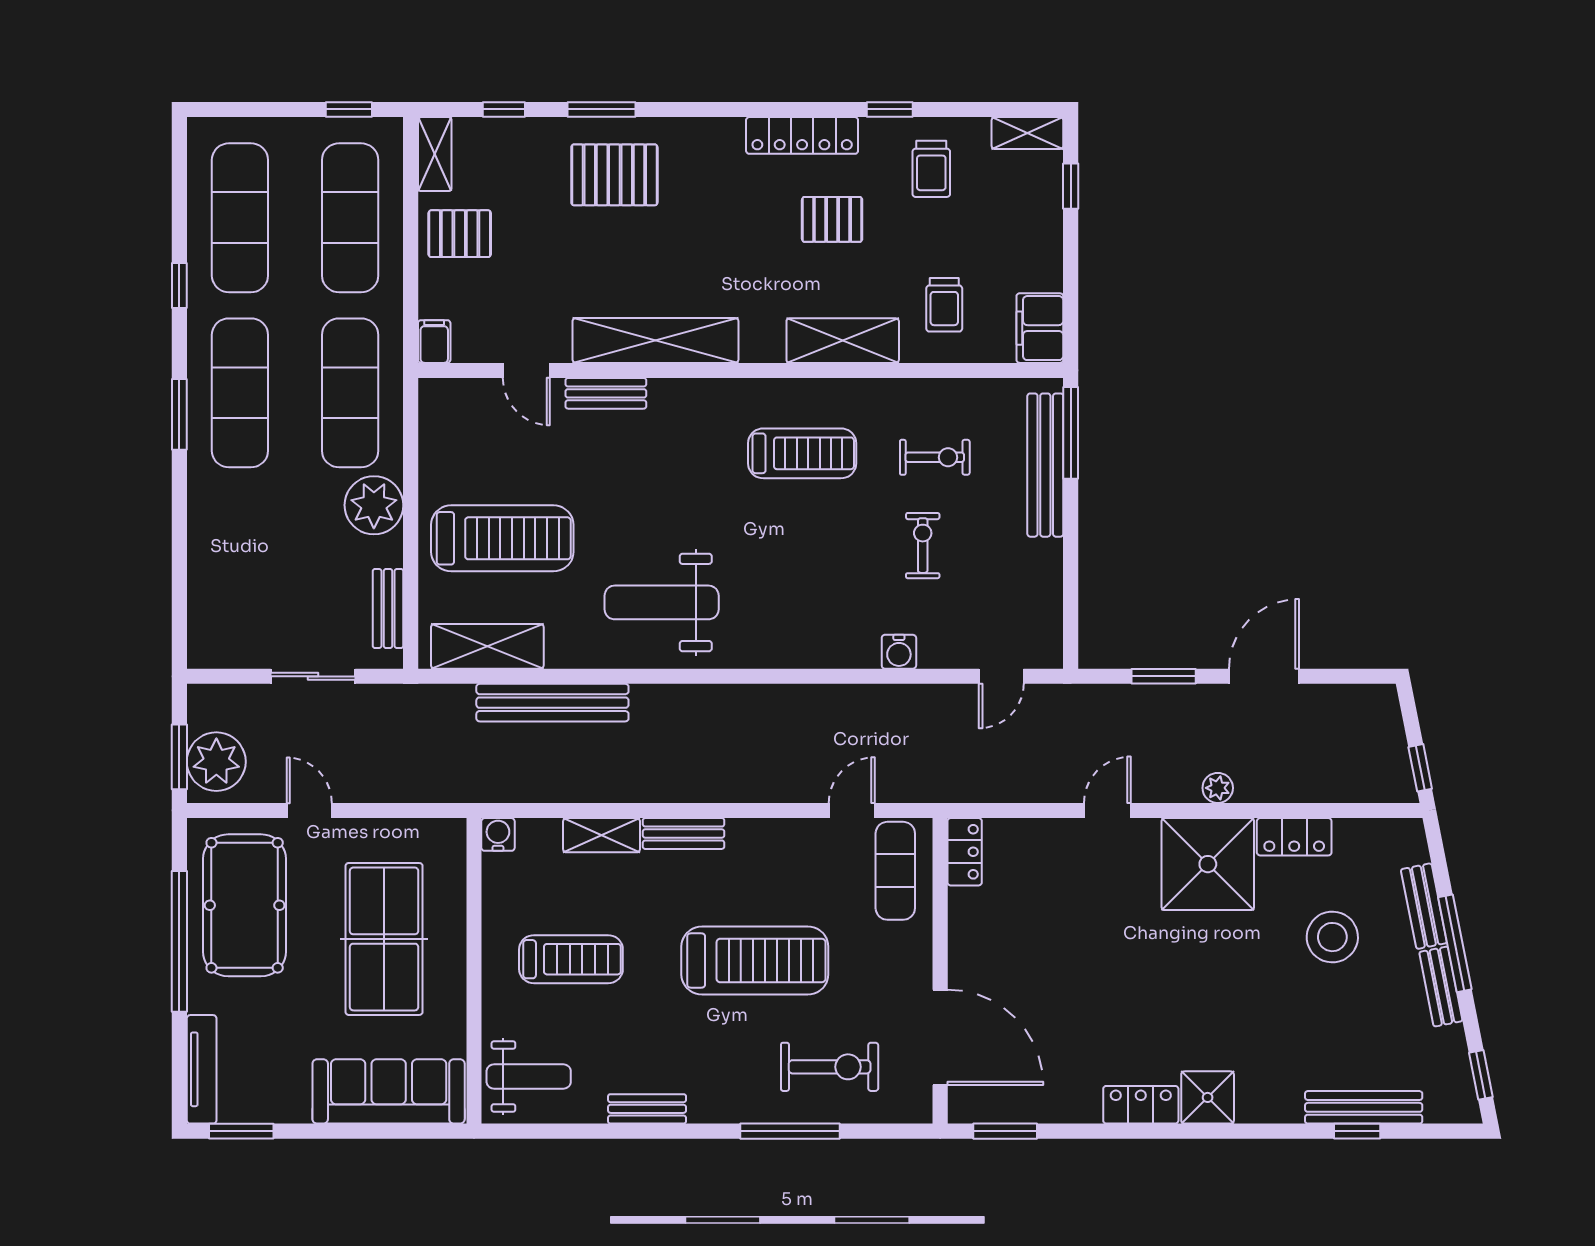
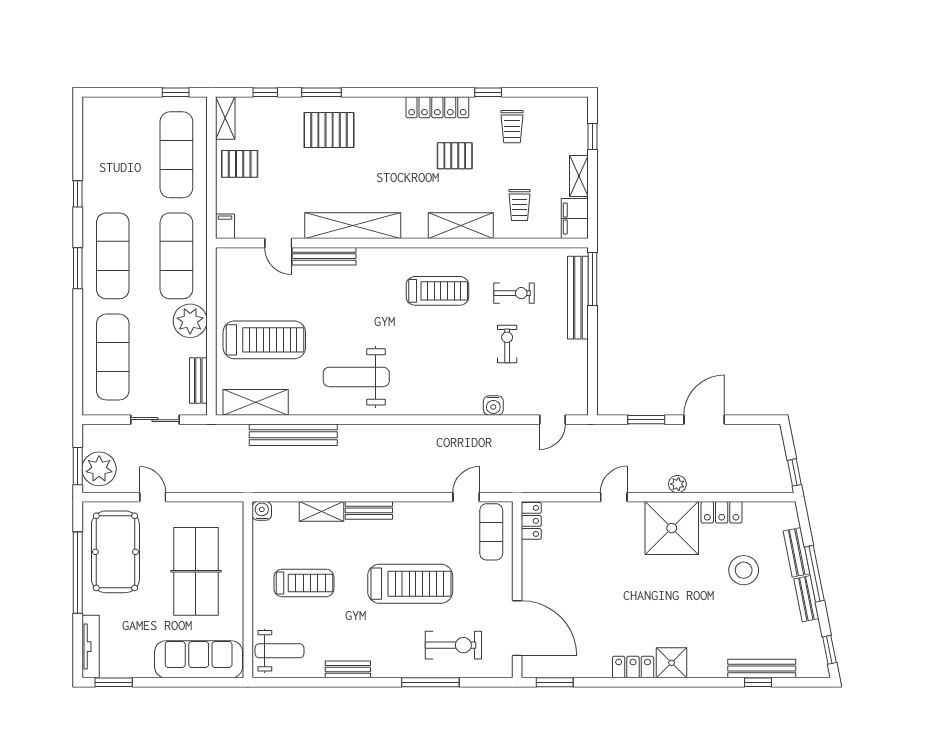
shelving: (1027, 133) -> (579, 176), moved, turned 90
exercise mat: (240, 218) -> (113, 357), moved
bench: (606, 393) -> (324, 256), width x1.36

